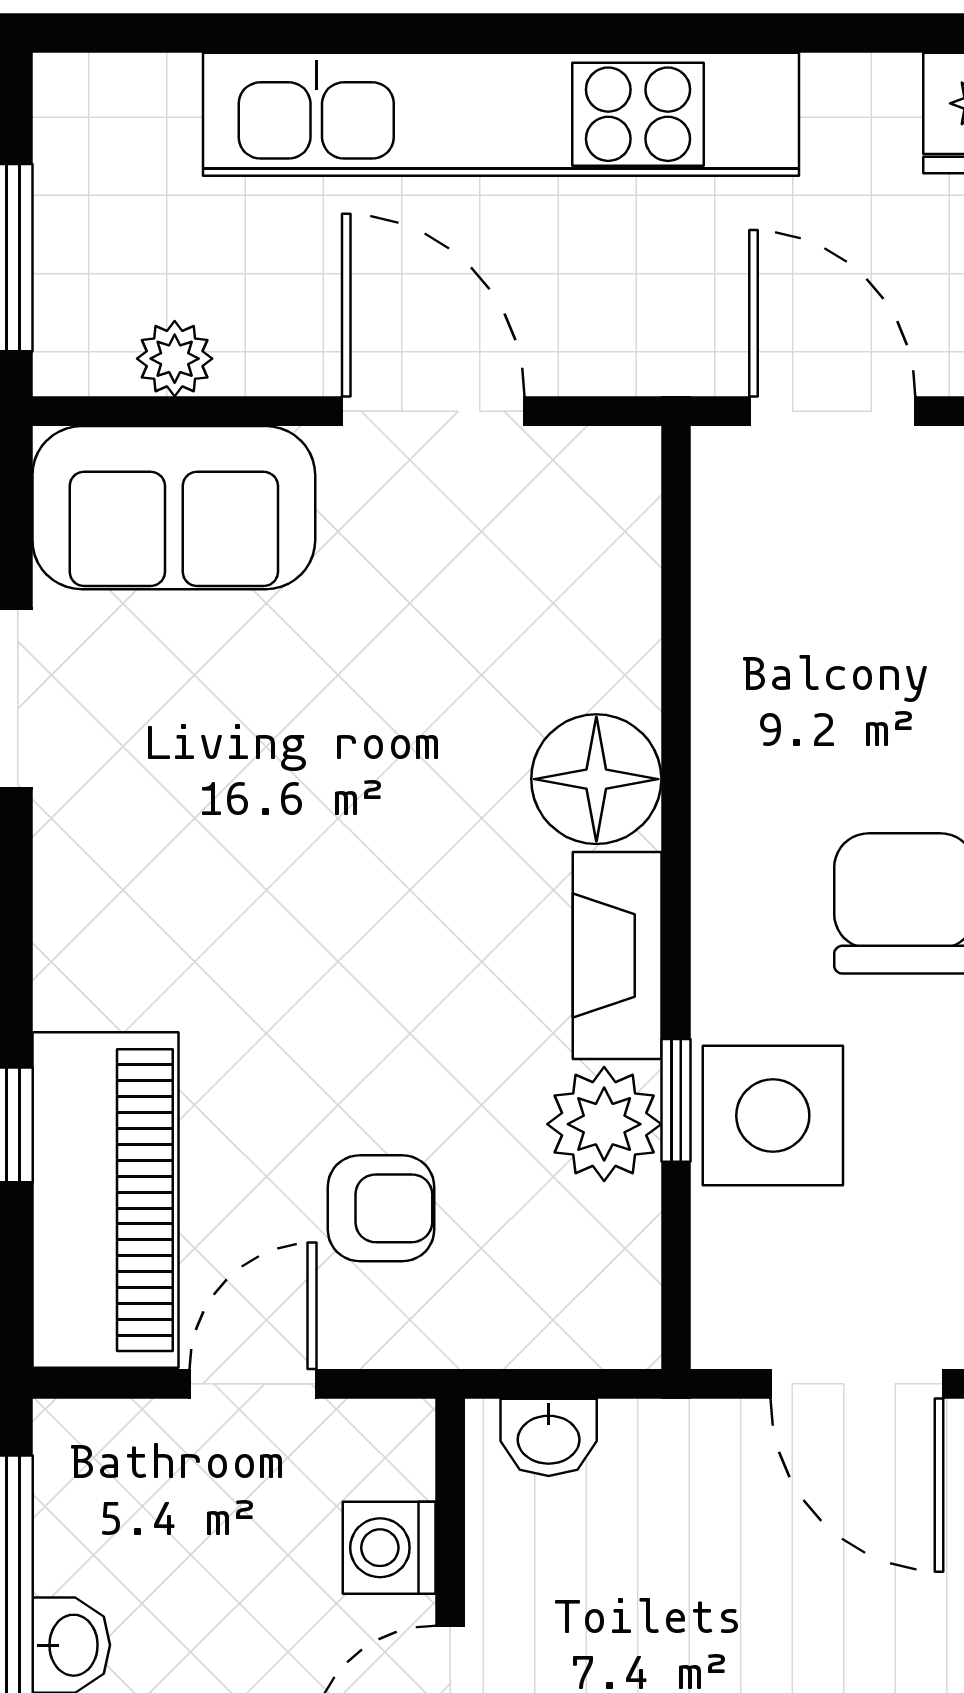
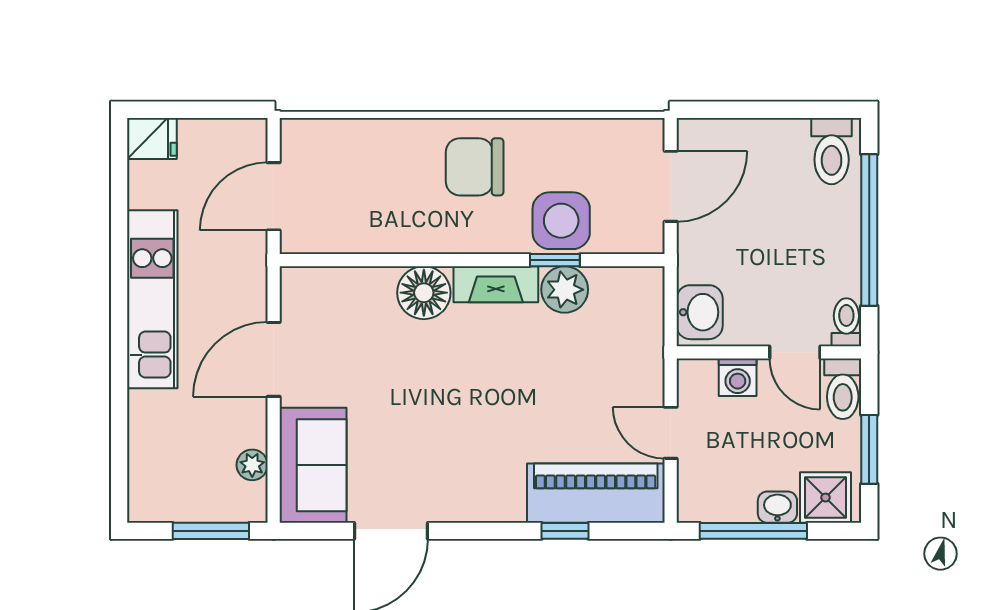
kitchen unit: (501, 114) -> (152, 299), width x0.73
armchair: (381, 1208) -> (599, 381), removed
washbasin: (549, 1437) -> (700, 312), width x1.38, depth x1.45

